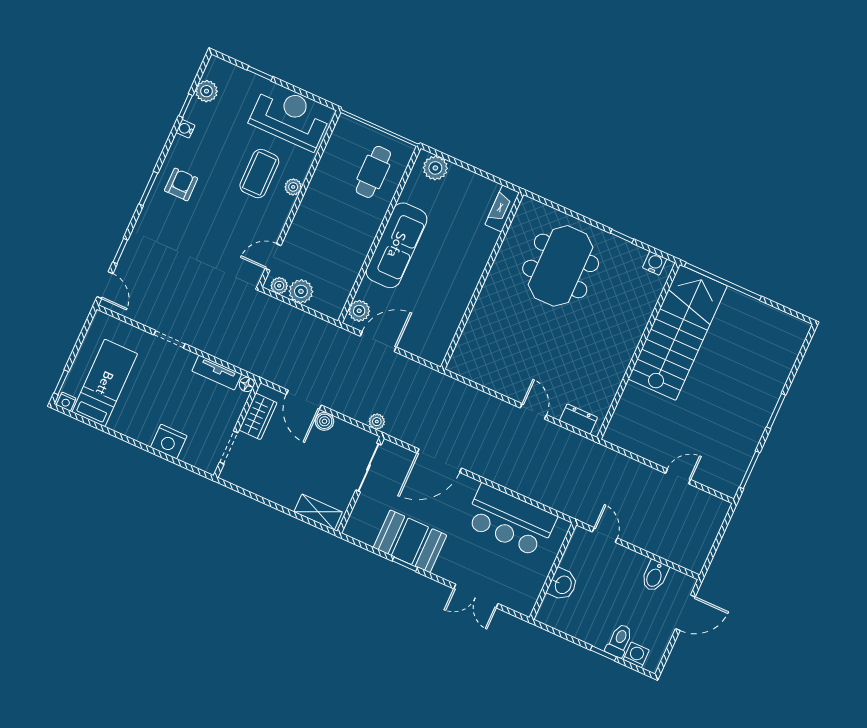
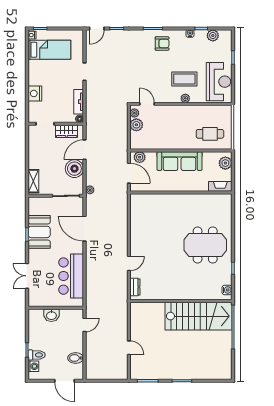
fireplace: (502, 208) -> (220, 186), moved
wall: (482, 281) -> (181, 193), moved
boiler: (324, 421) -> (74, 169), width x1.86, depth x1.86

